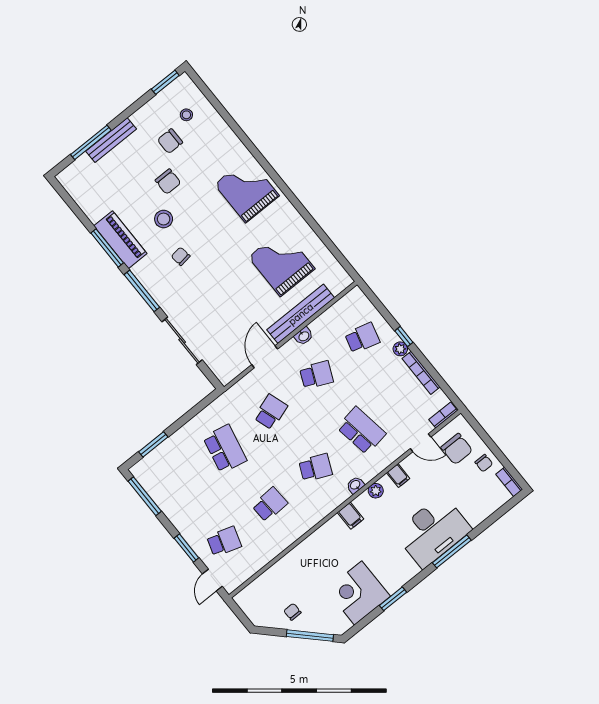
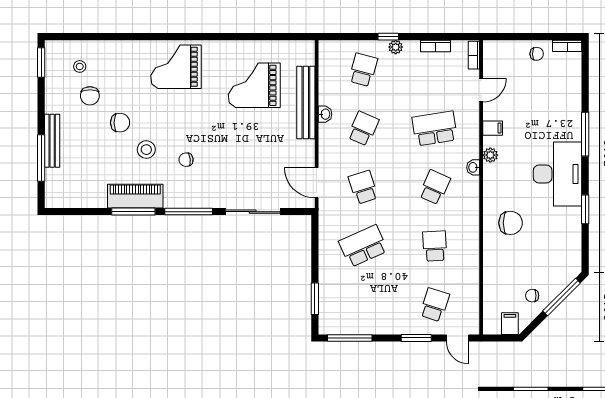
door: (265, 357) -> (317, 183), moved
bookcase: (421, 373) -> (436, 46), width x0.64
school desk: (225, 449) -> (363, 246), turned -36
chair: (457, 449) -> (511, 223), moved
filing cabinet: (350, 516) -> (510, 324), moved, turned -90
desk: (433, 531) -> (558, 174), moved
corner desk: (358, 593) -> (559, 233), removed

